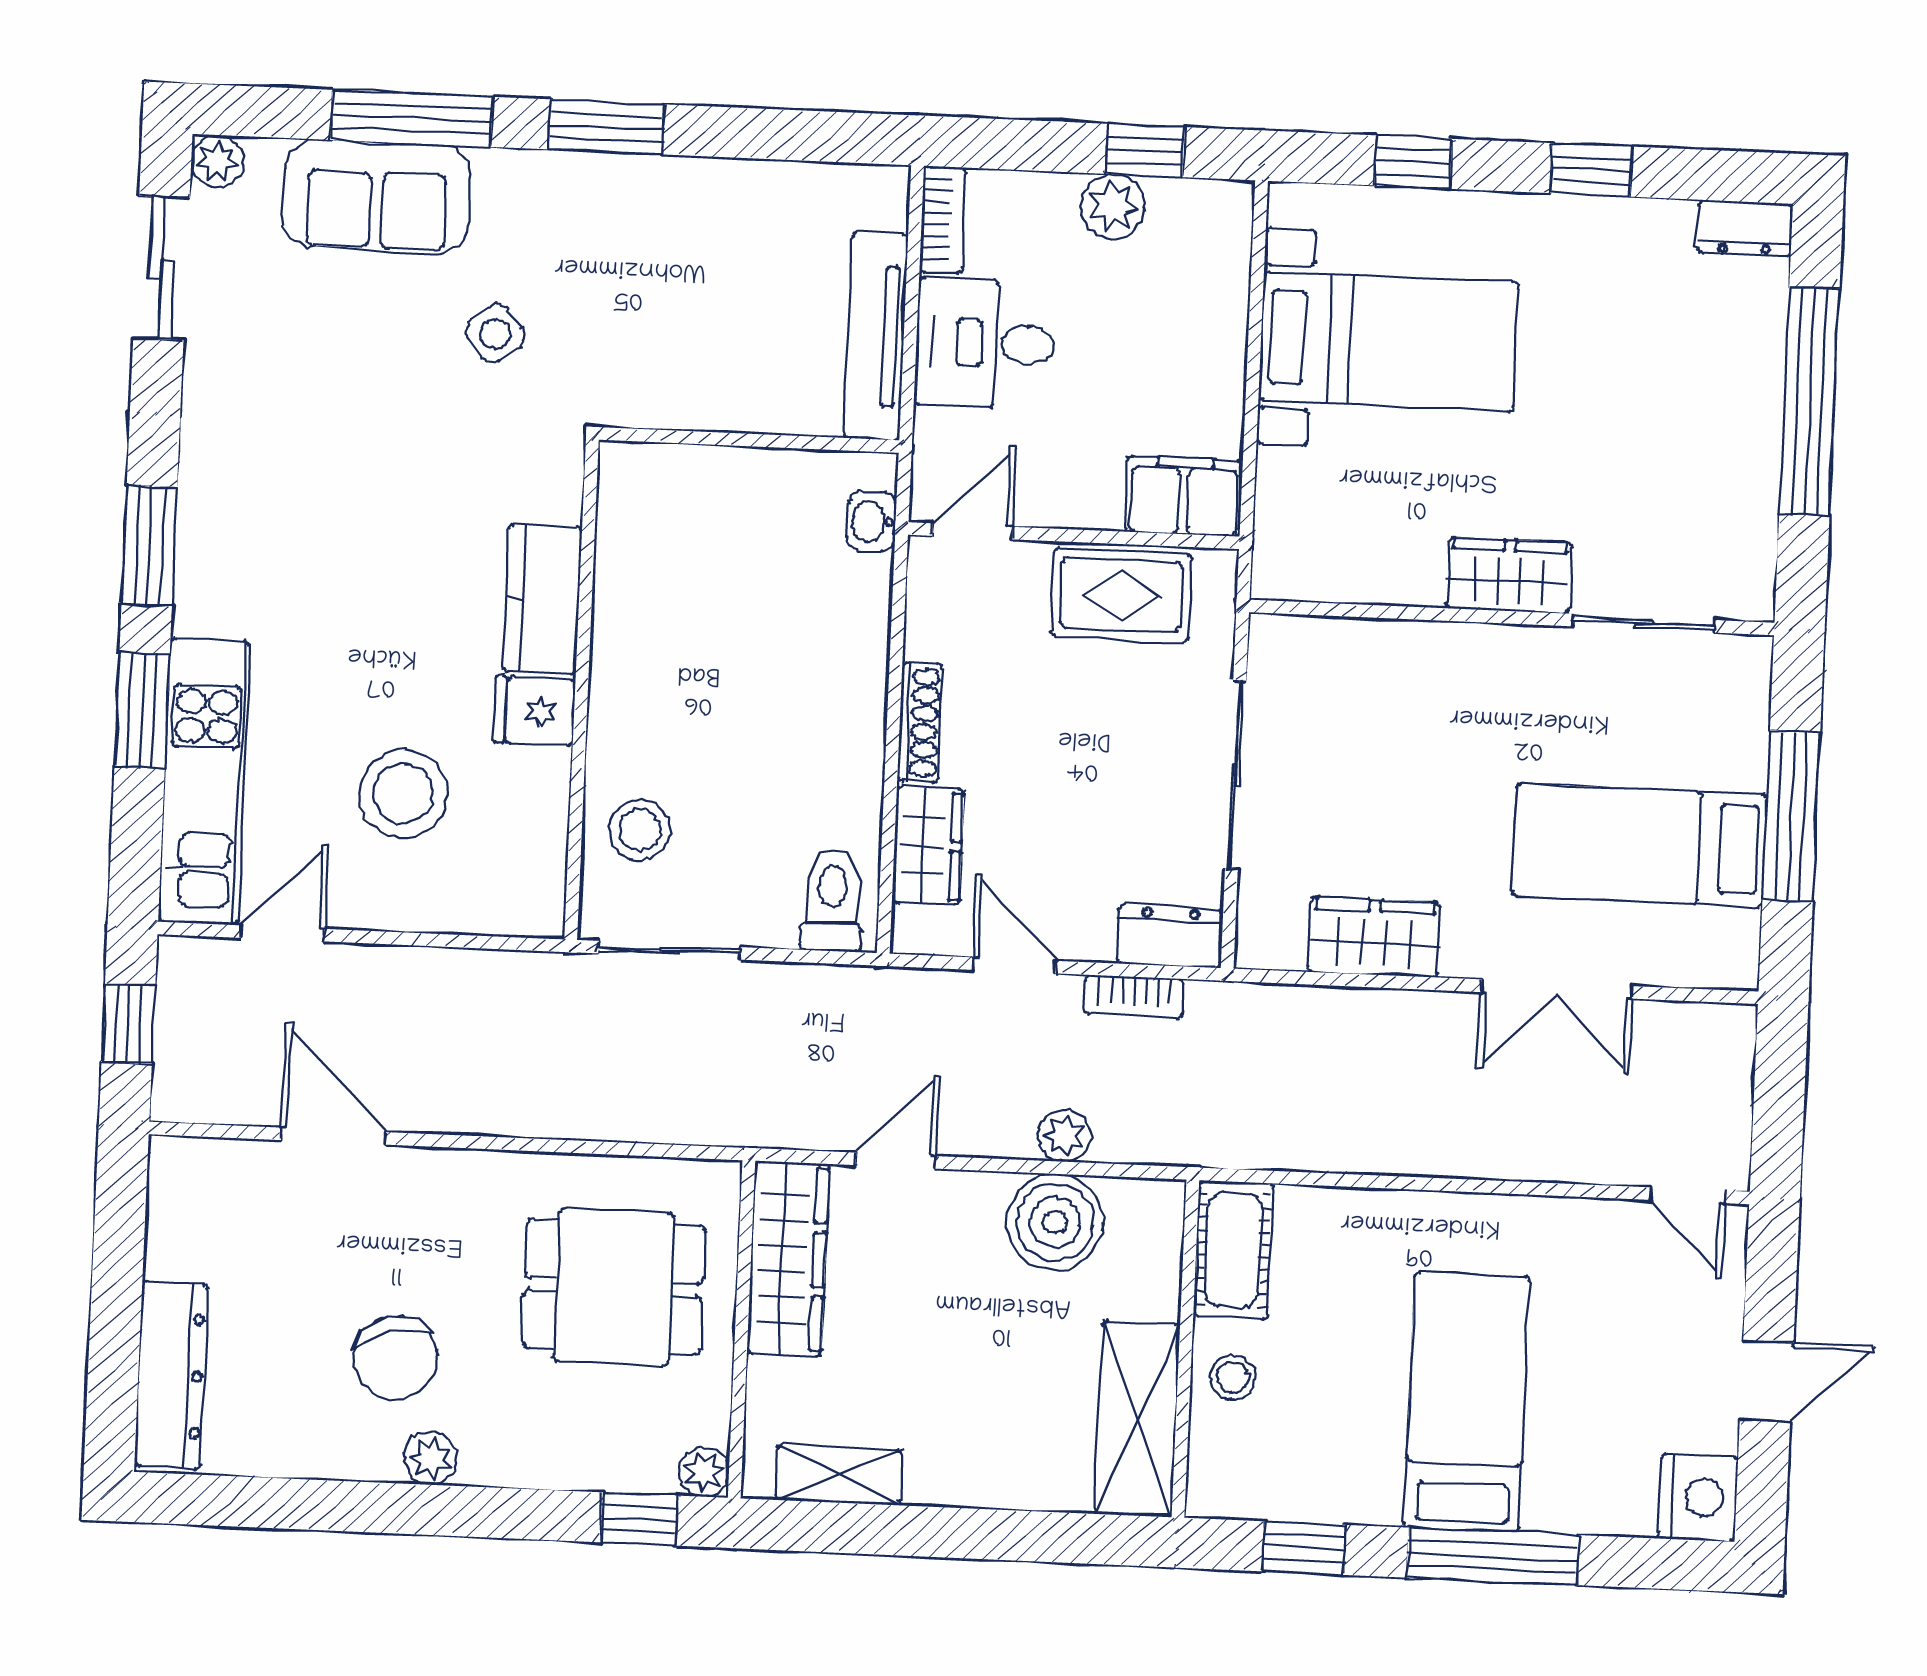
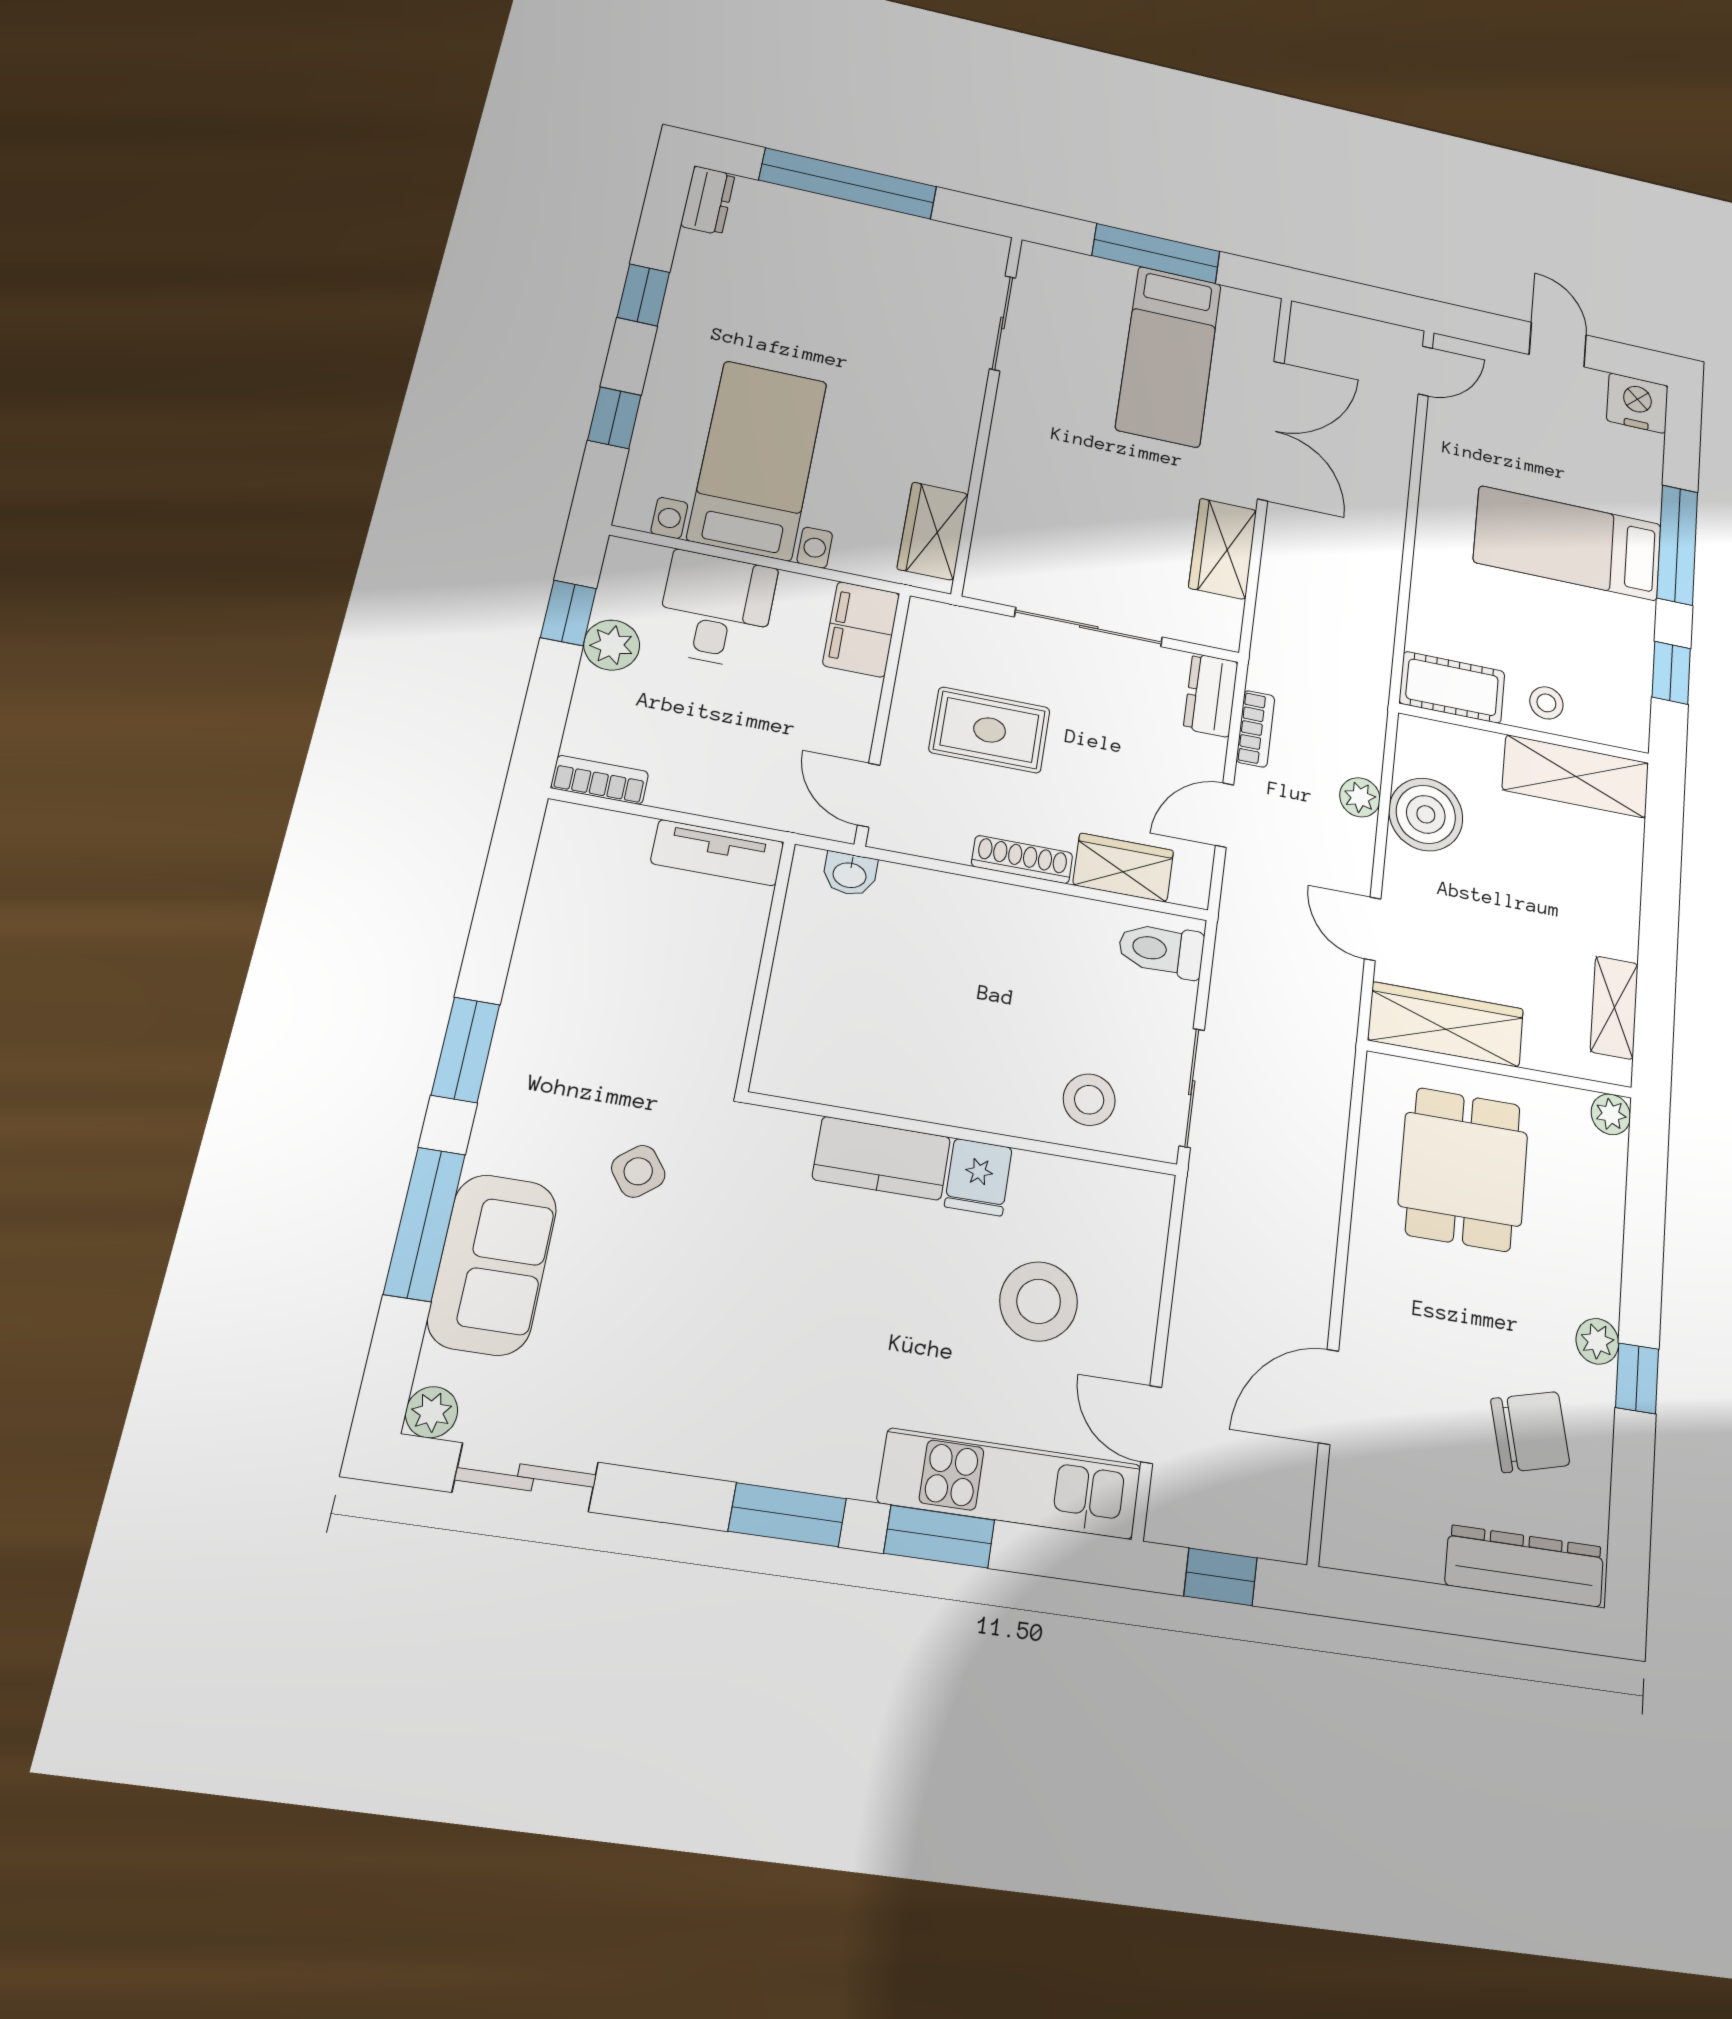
tv unit: (876, 336) -> (717, 853), width x0.71
desk: (985, 343) -> (716, 609), moved, turned 180
wardrobe: (1509, 575) -> (933, 531), moved
rug: (1121, 595) -> (990, 730), moved, turned 90
double door: (1557, 989) -> (1271, 430), width x1.37
chair: (396, 1358) -> (1530, 1432), moved
window: (639, 1519) -> (1637, 1378), moved

